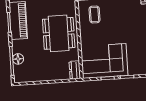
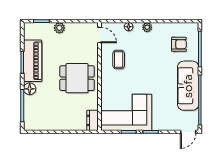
dining table: (59, 33) -> (77, 78), width x0.73
floor lamp: (18, 59) -> (30, 89), moved

